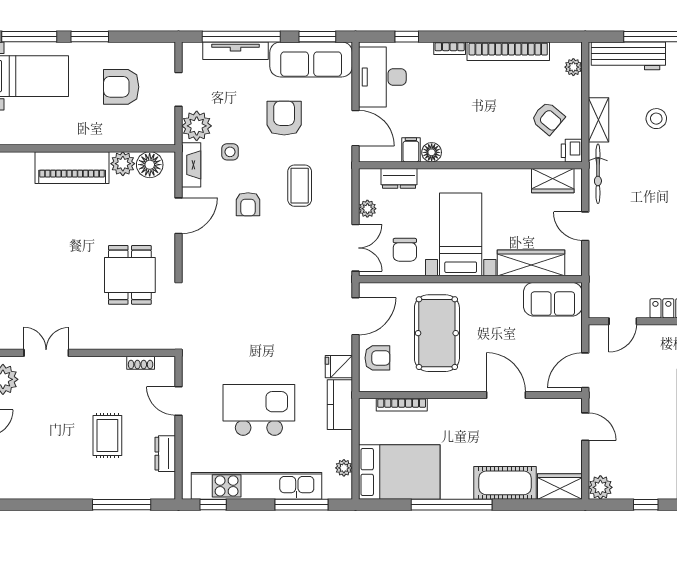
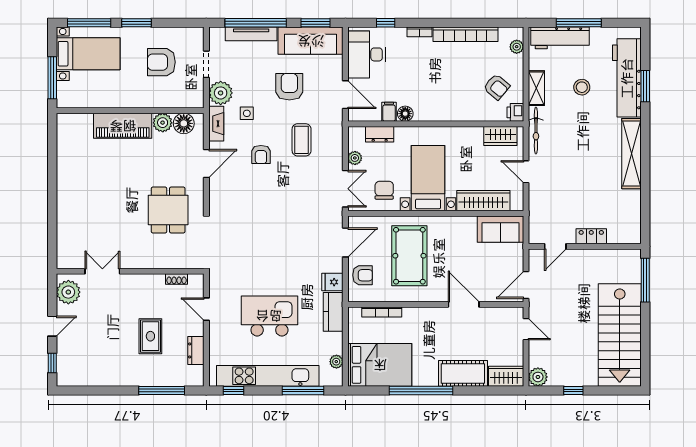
chair: (405, 250) -> (384, 190), turned 180

